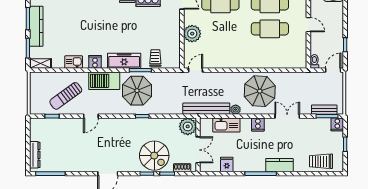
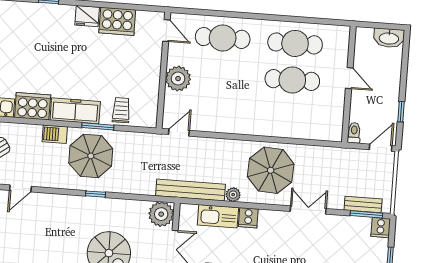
cooker: (95, 62) -> (33, 106), width x1.87, depth x1.31
barbecue: (104, 81) -> (55, 134), width x0.53, depth x0.65
cooker: (258, 124) -> (248, 218), moved

